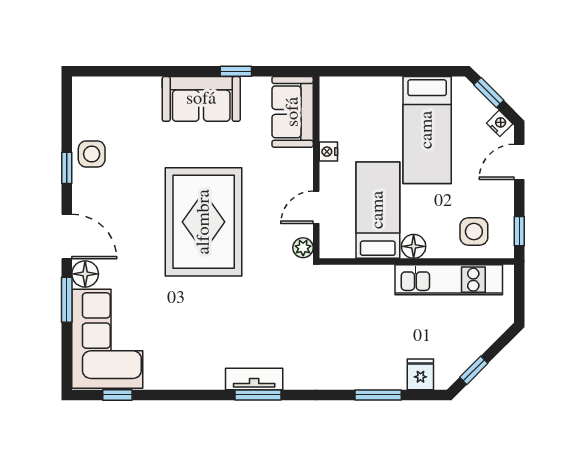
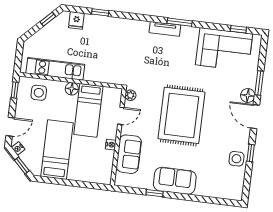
sofa: (293, 112) -> (129, 154), moved
corner sofa: (107, 339) -> (224, 49), moved, turned -90
window: (258, 395) -> (180, 22), moved
window: (378, 395) -> (100, 12), width x0.67

